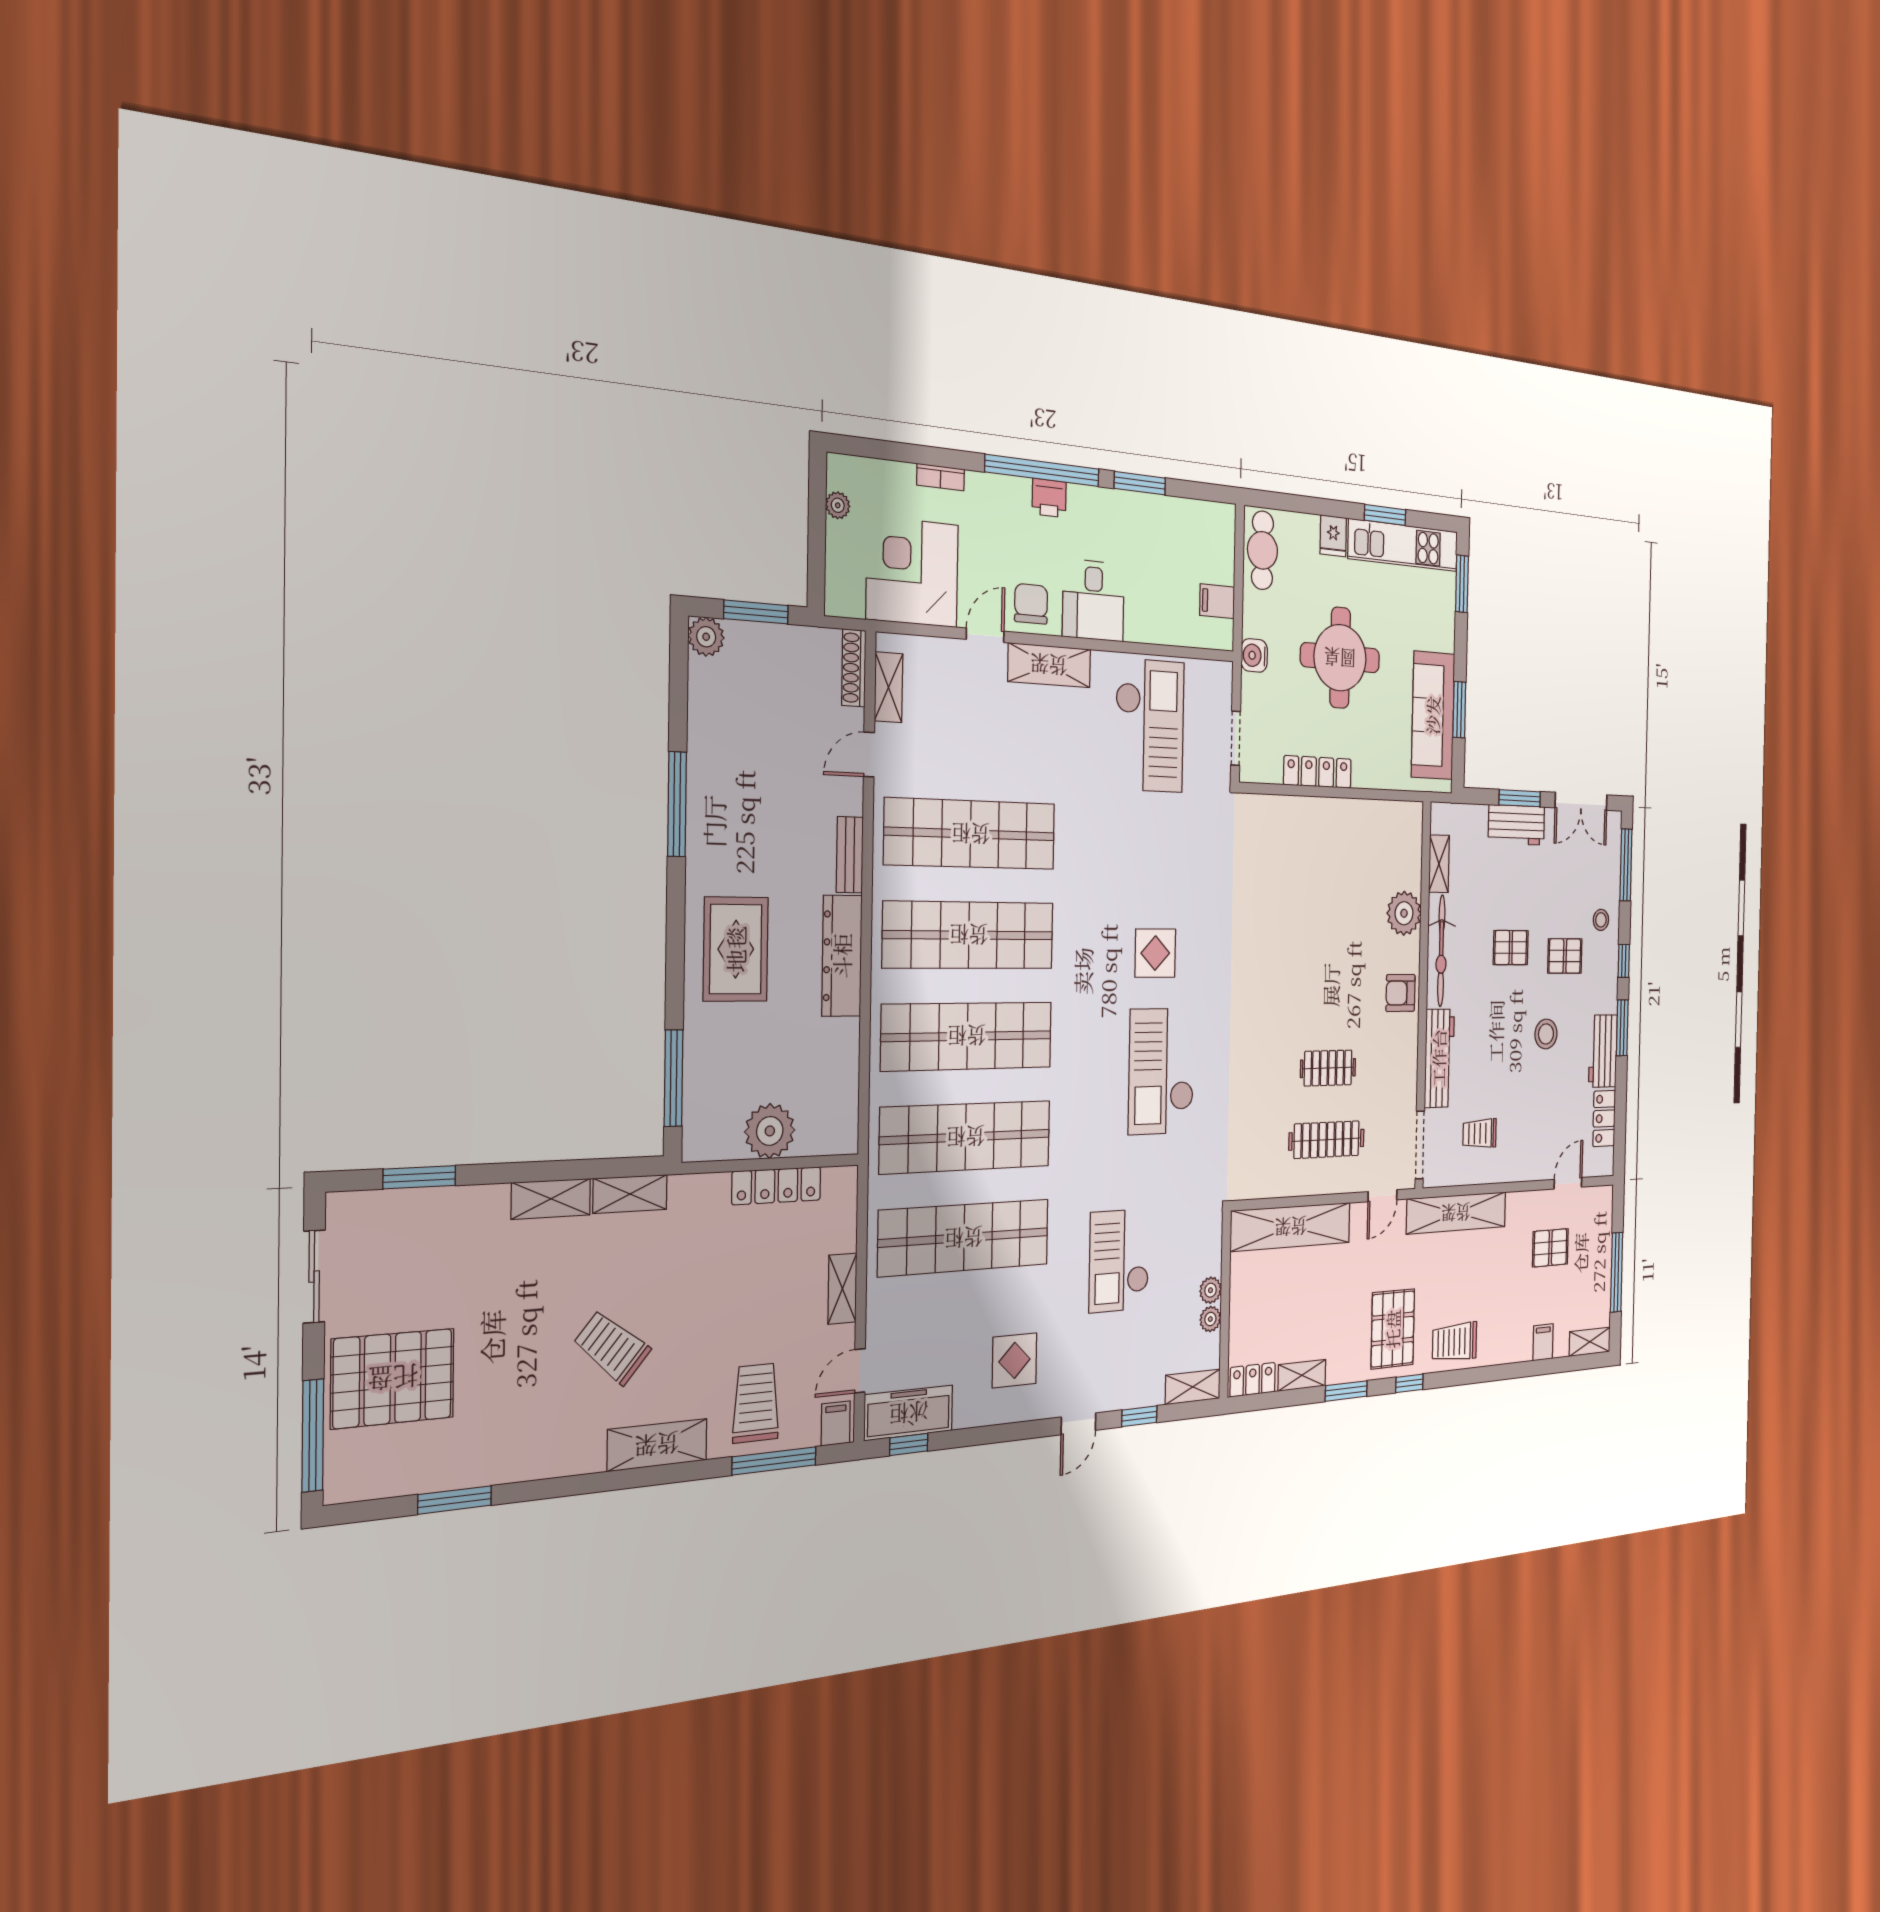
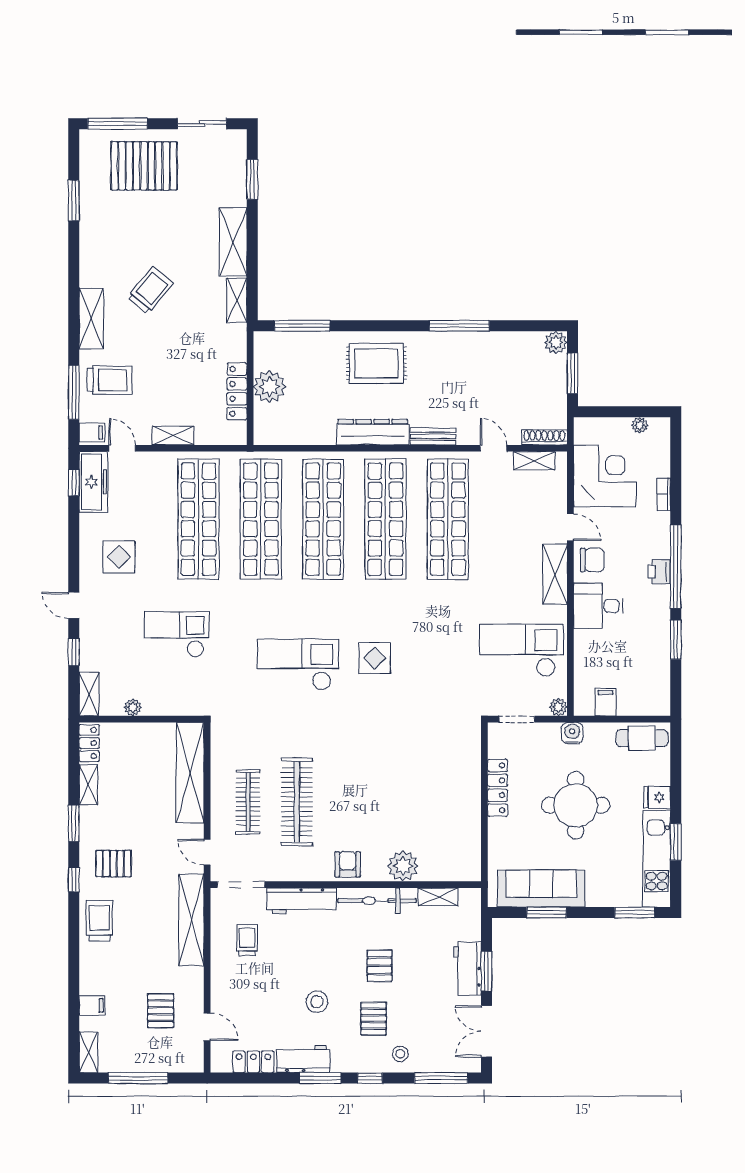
checkout: (1149, 726) -> (521, 650), turned 180
clothes rail: (1328, 1068) -> (297, 802), width x1.86, depth x1.31
shelving: (551, 1199) -> (233, 242), width x1.50, depth x1.33
plant: (1211, 1290) -> (558, 707), moved
pallet: (1393, 1329) -> (113, 864), width x0.67, depth x0.71
pallet: (393, 1378) -> (144, 166), turned 90

